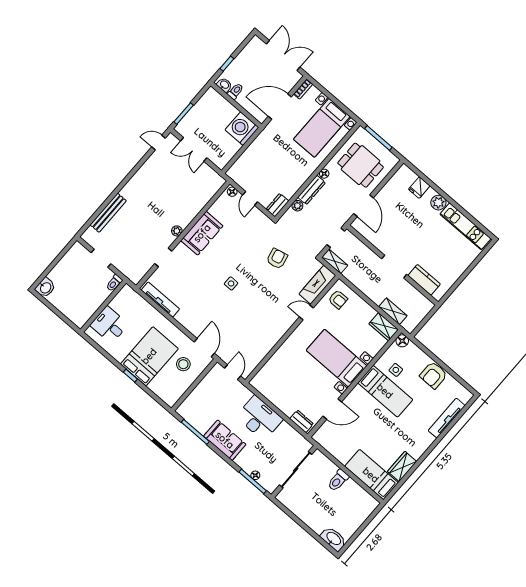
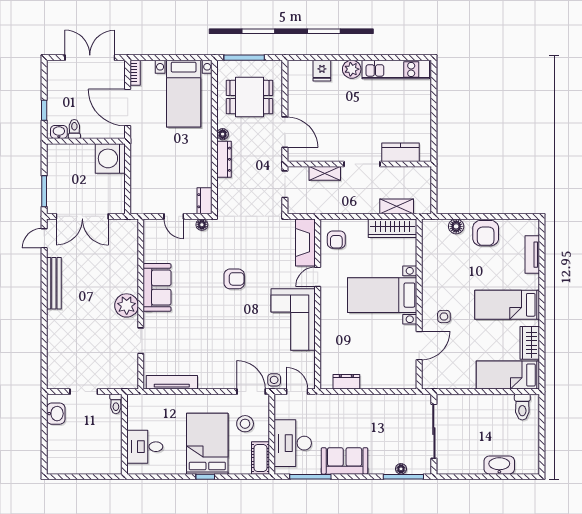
door: (280, 107) -> (128, 108), hinge flipped
double door: (194, 149) -> (82, 216), width x1.37
floor lamp: (232, 192) -> (202, 225), moved
plant: (297, 206) -> (223, 185), removed
bench: (108, 213) -> (54, 283), moved
plant: (177, 231) -> (127, 305), width x1.88, depth x1.88
armchair: (277, 259) -> (234, 279), moved, turned 103
shelving: (335, 261) -> (325, 173), moved
side table: (231, 283) -> (274, 380), moved
washbasin: (45, 288) -> (56, 414), moved
armchair: (338, 299) -> (336, 240), turned 90
corner sofa: (269, 326) -> (293, 320), added
wardrobe: (384, 327) -> (393, 228), width x1.50
floor lamp: (402, 341) -> (456, 226), moved
side table: (396, 370) -> (444, 316), moved
bed: (385, 391) -> (507, 305), moved, turned 180
cot: (175, 394) -> (260, 458), added
desk: (259, 418) -> (293, 443), moved, turned -90
tv unit: (447, 418) -> (532, 255), width x0.71
dresser: (302, 421) -> (346, 382), moved
toilet: (338, 480) -> (522, 407), moved
washbasin: (333, 539) -> (499, 465), moved

